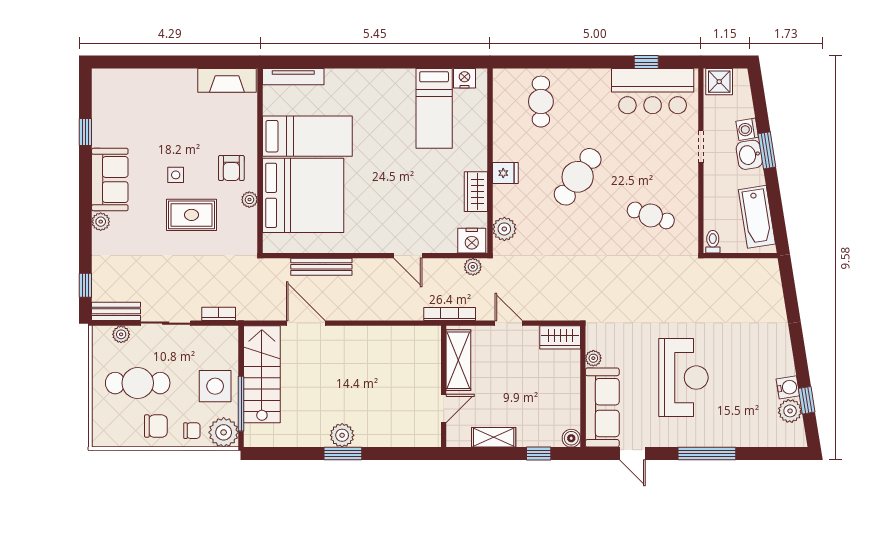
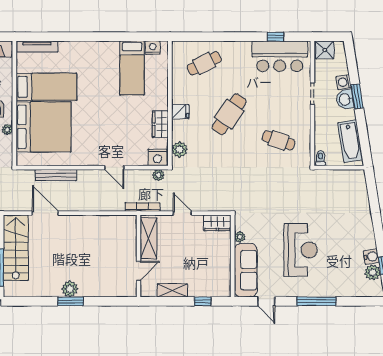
cafe table: (541, 102) -> (204, 63), turned 64
boiler: (571, 438) -> (225, 291), removed

